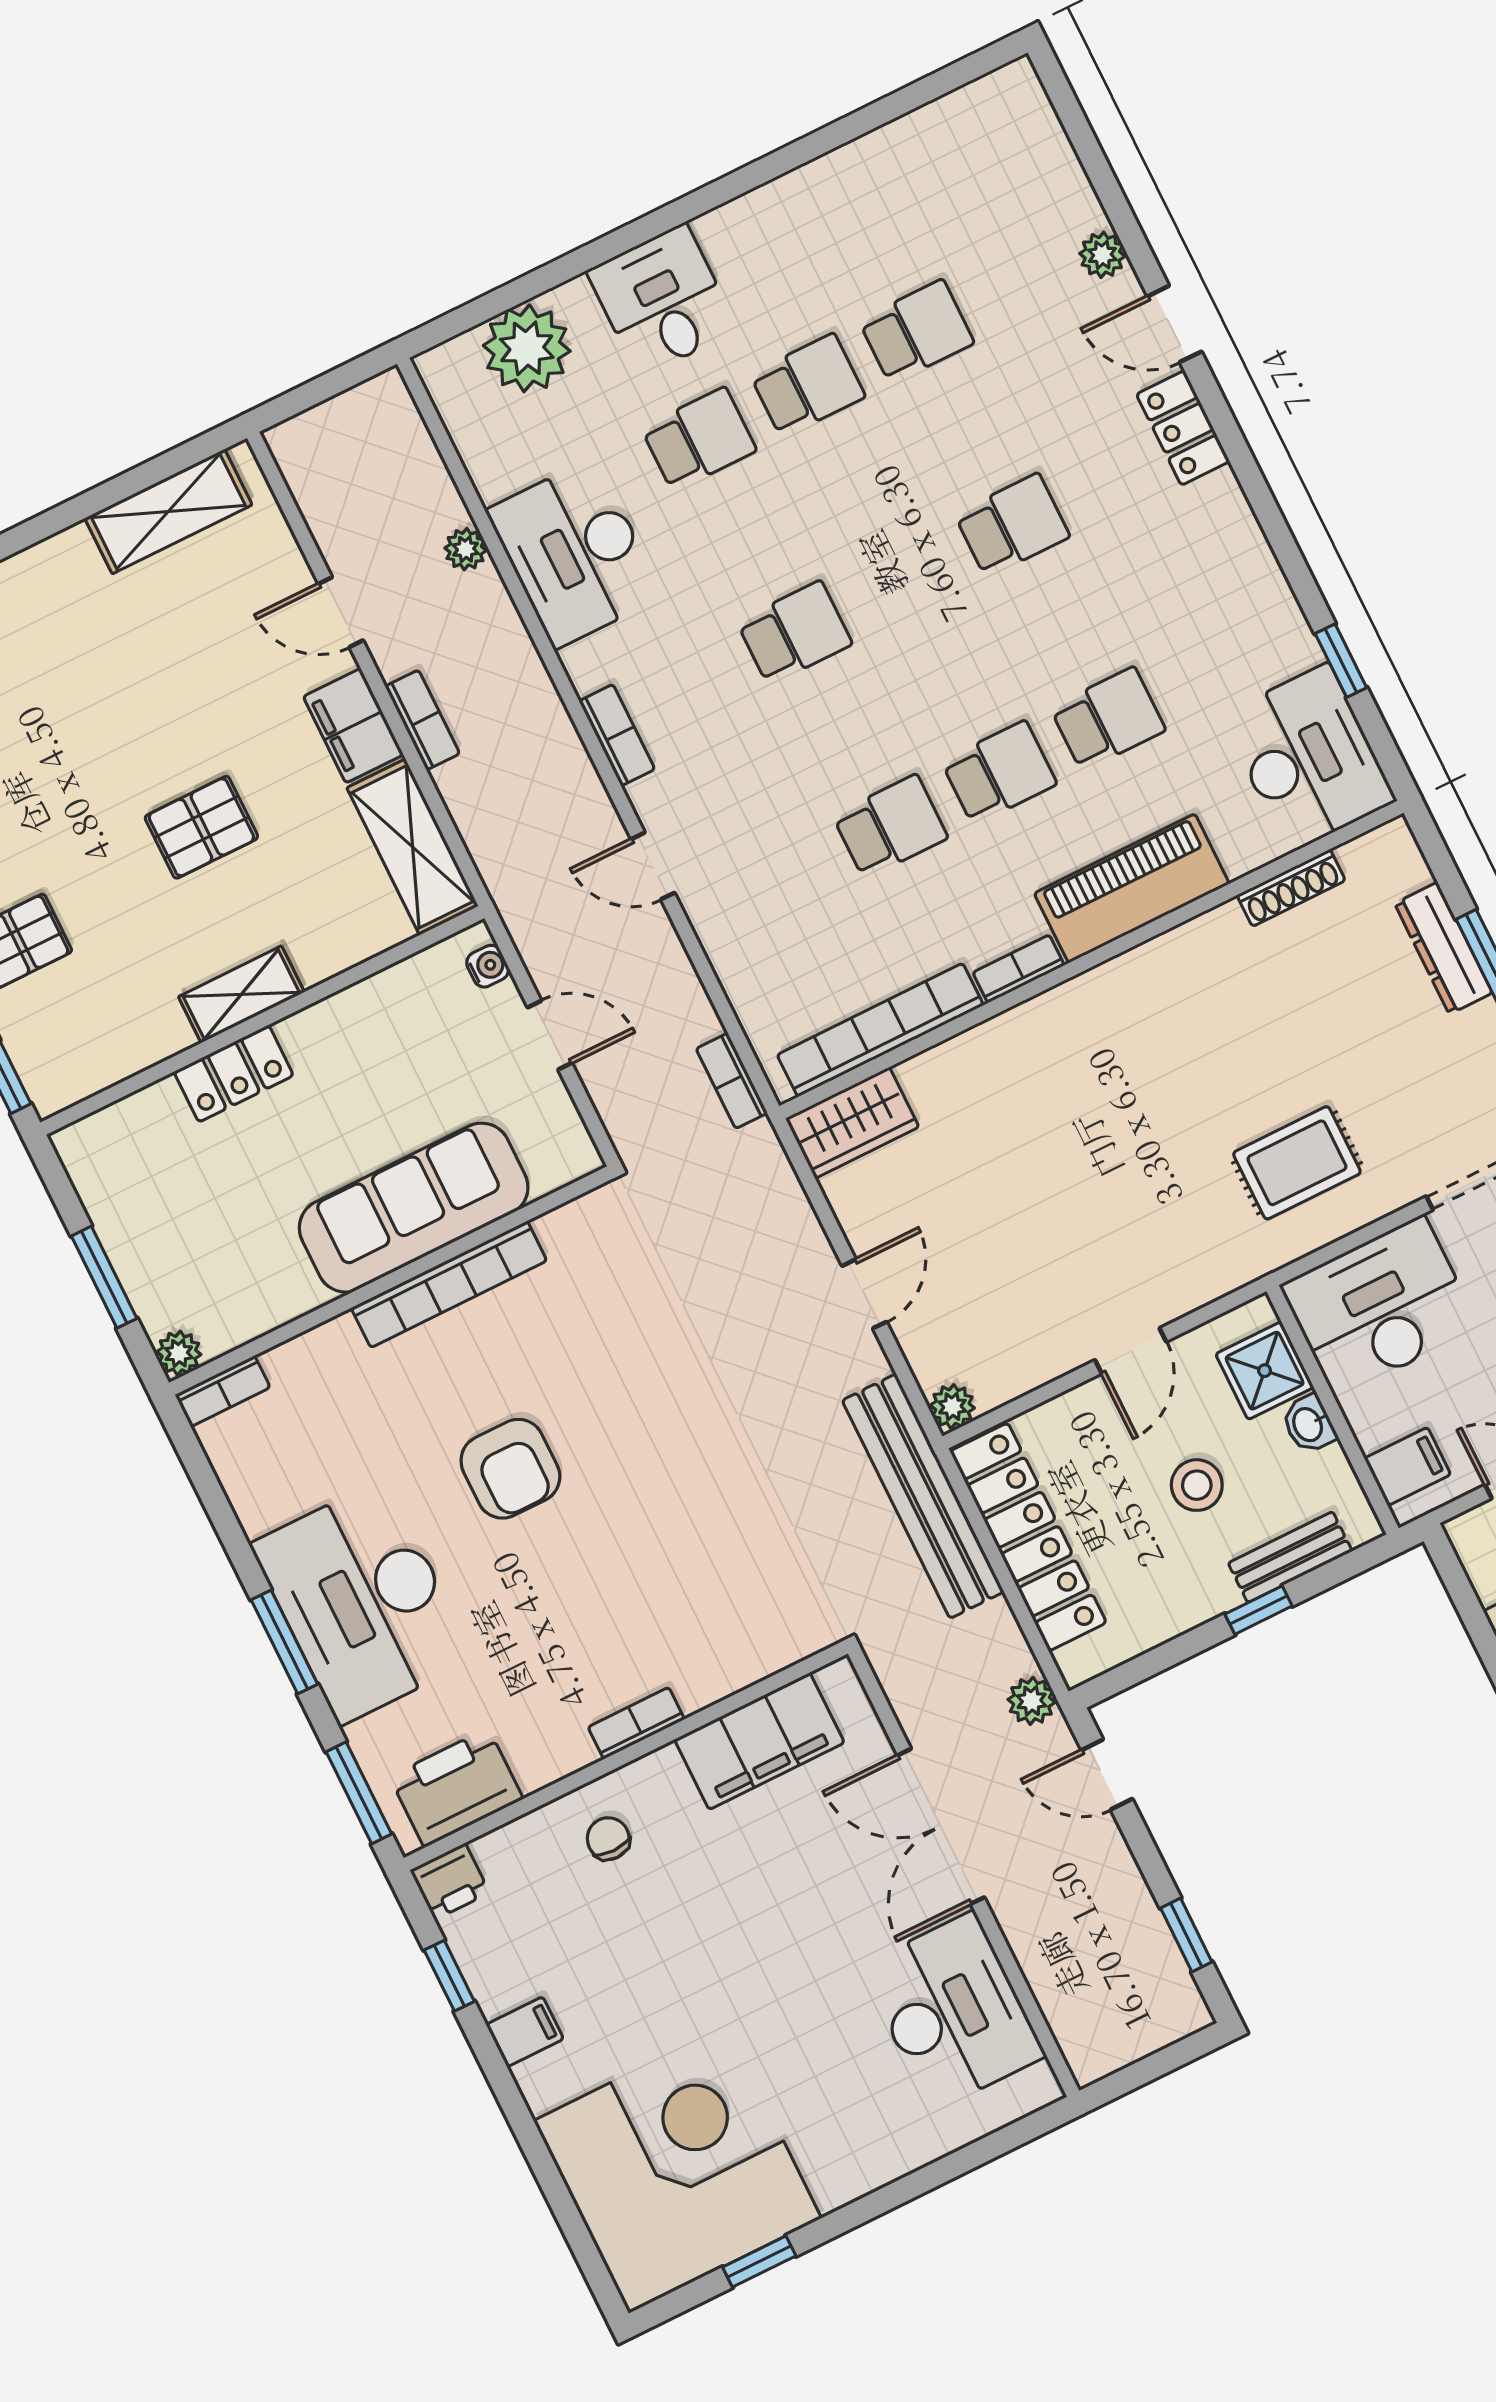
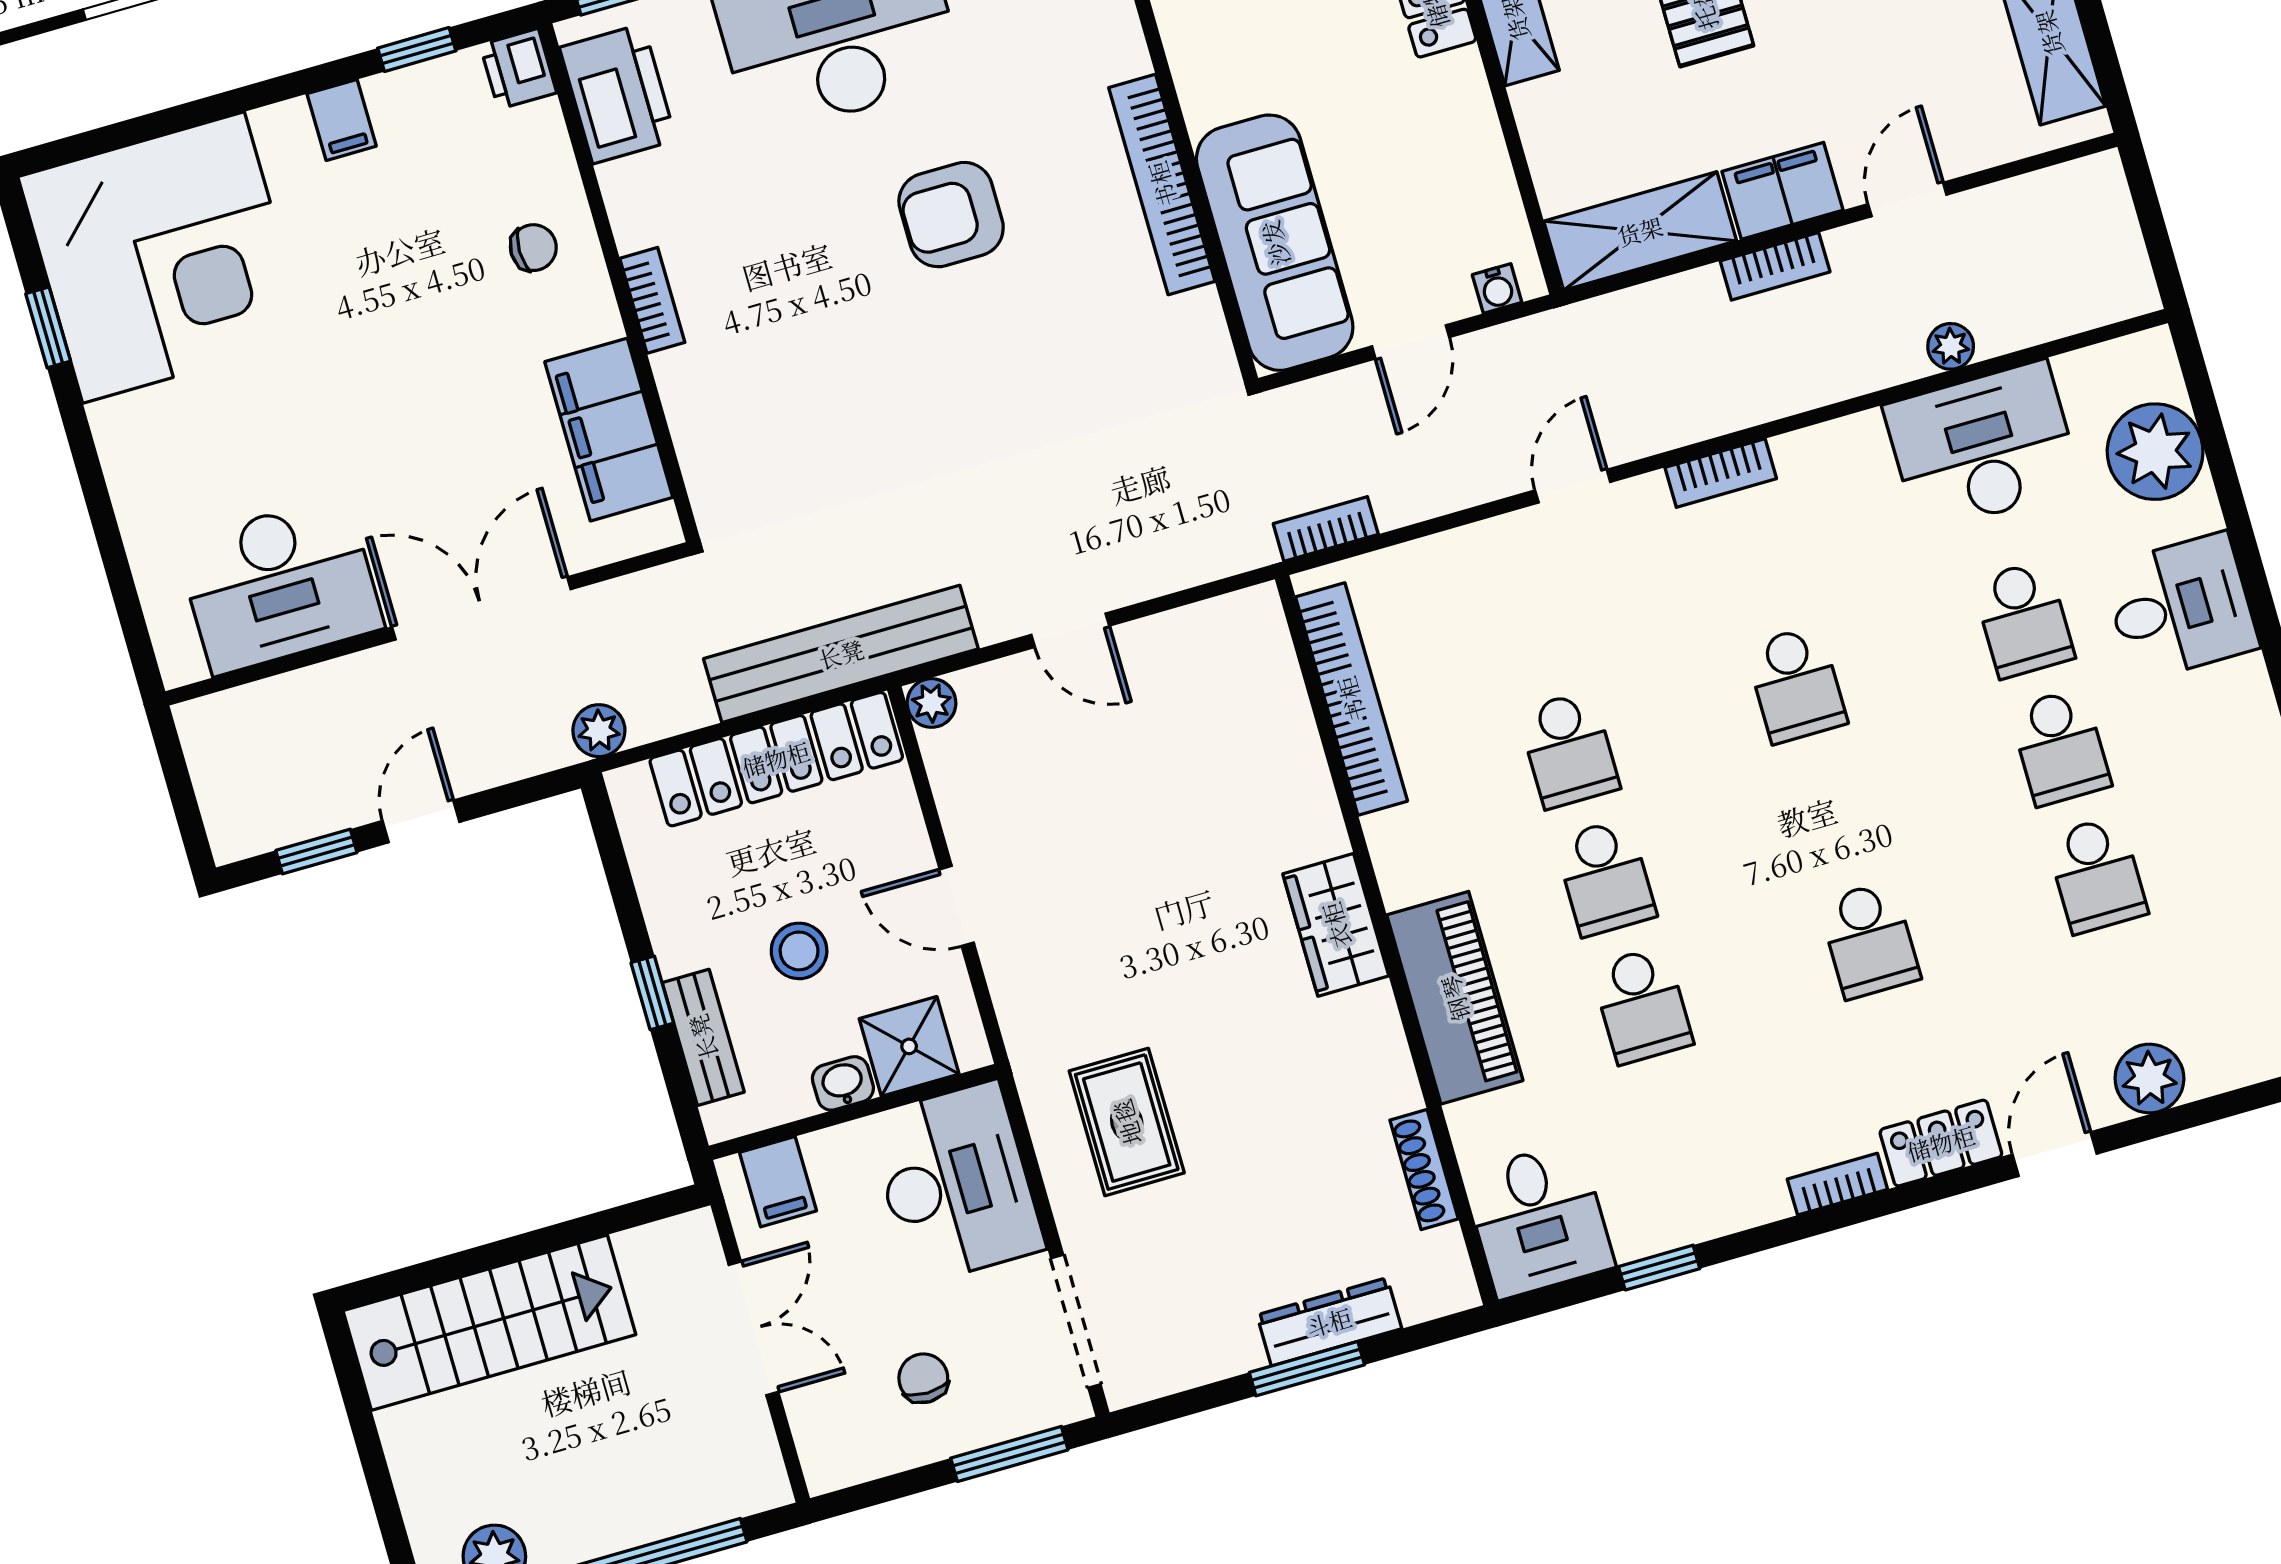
plant: (1102, 255) -> (2149, 1079), width x1.38, depth x1.38
desk: (575, 553) -> (1983, 447), moved
desk: (1308, 758) -> (1539, 1220), width x0.73
bookcase: (1018, 969) -> (1837, 1184), moved, turned -90
wardrobe: (852, 1123) -> (1336, 925), moved
sofa: (414, 1208) -> (1275, 243), moved
door: (1107, 1775) -> (421, 821), moved

